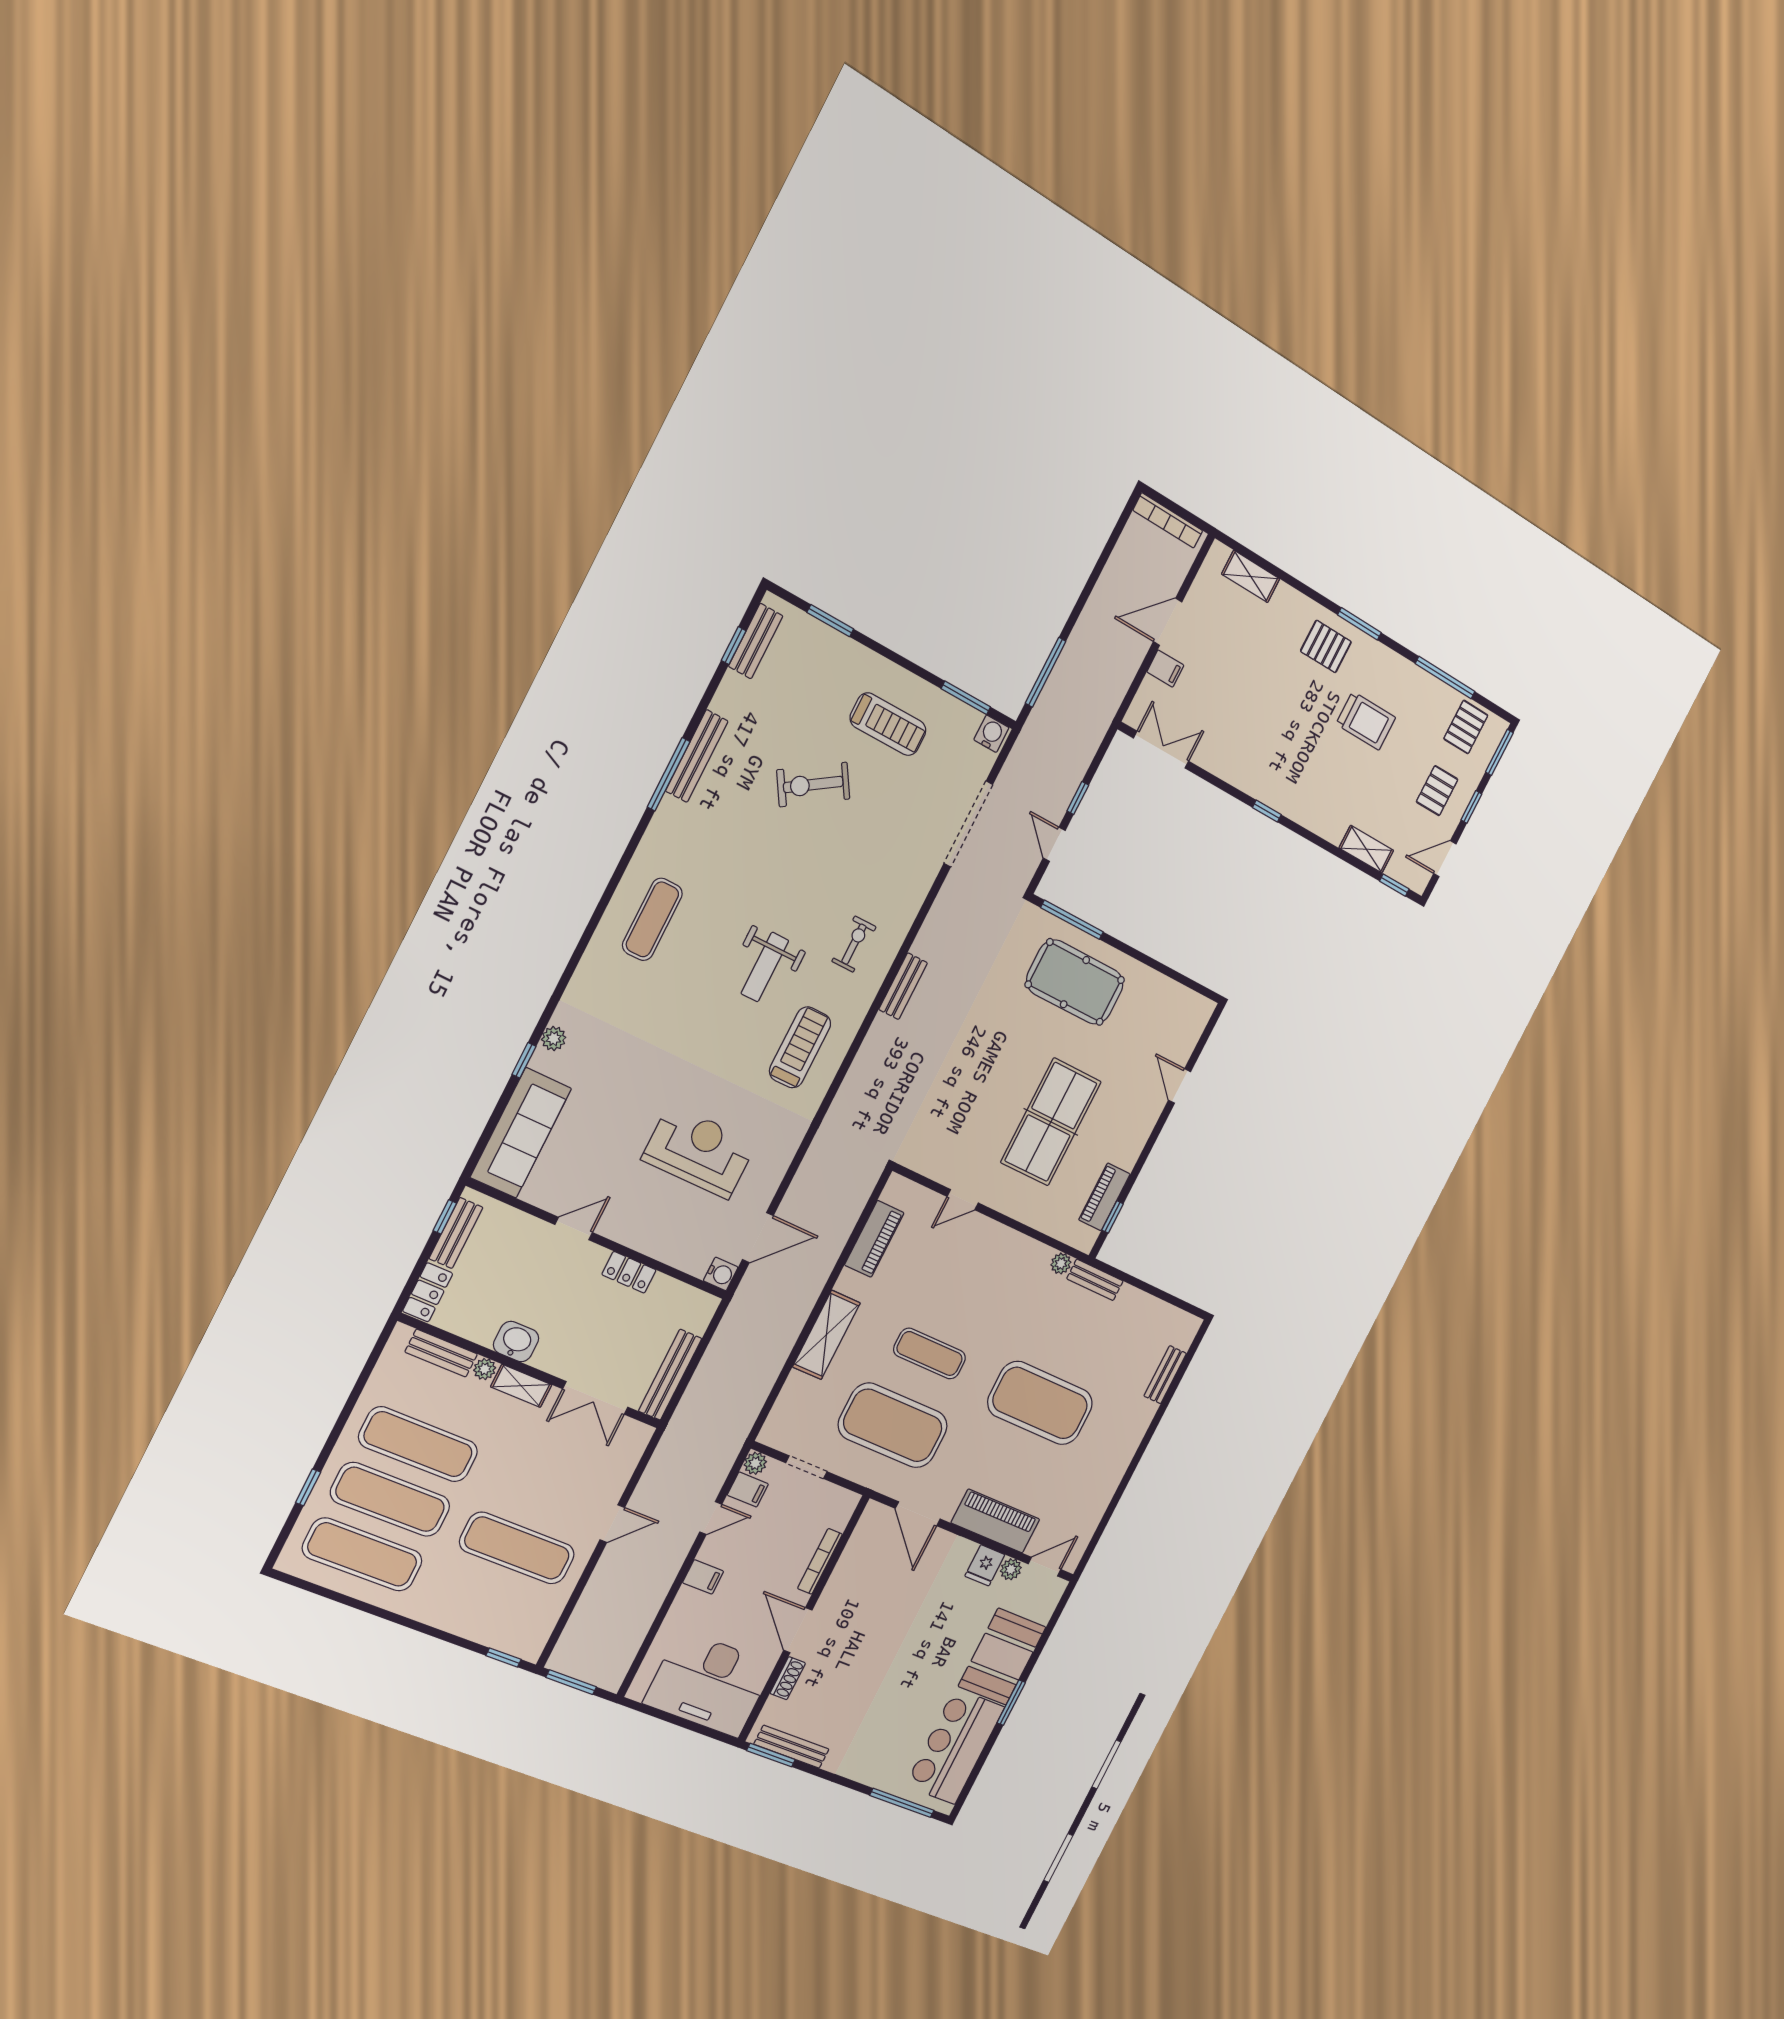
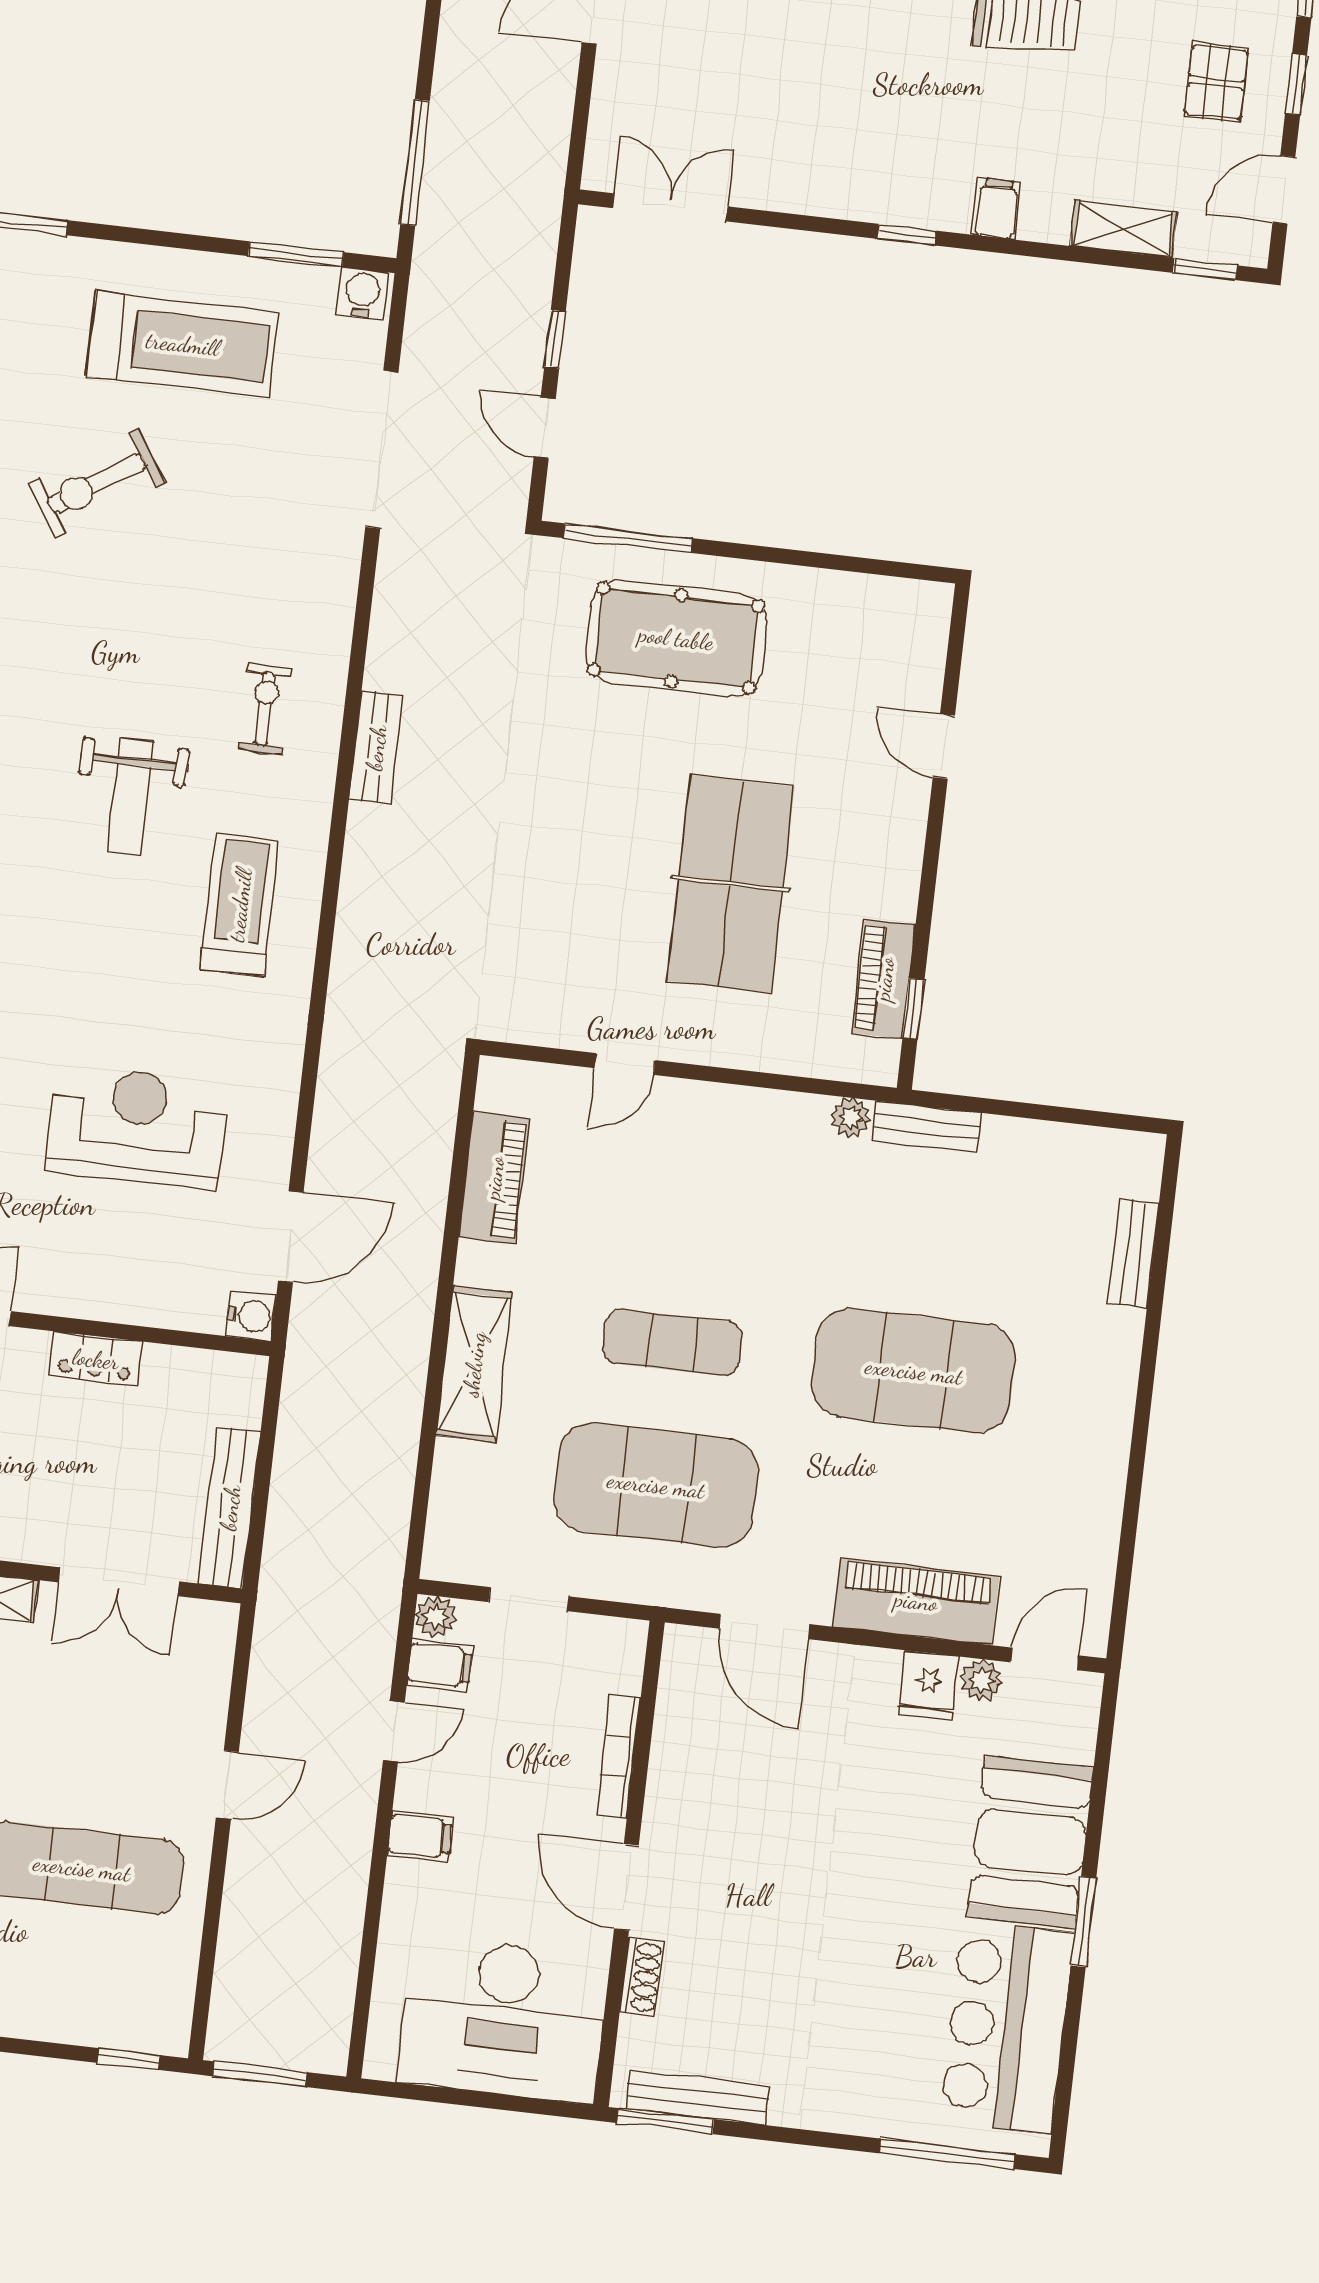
filing cabinet: (1165, 669) -> (996, 209), moved, turned -90
treadmill: (888, 724) -> (183, 344), width x1.37, depth x1.38

